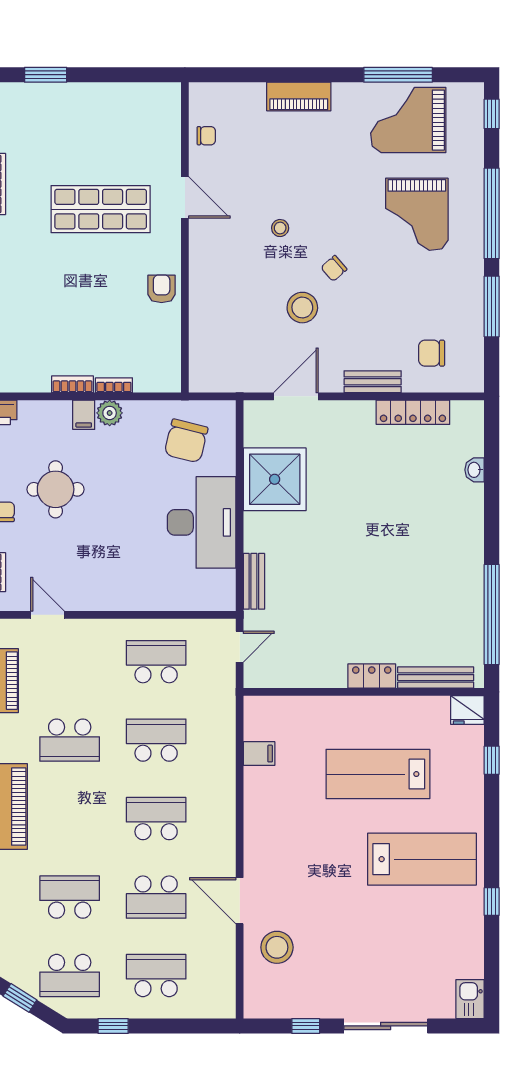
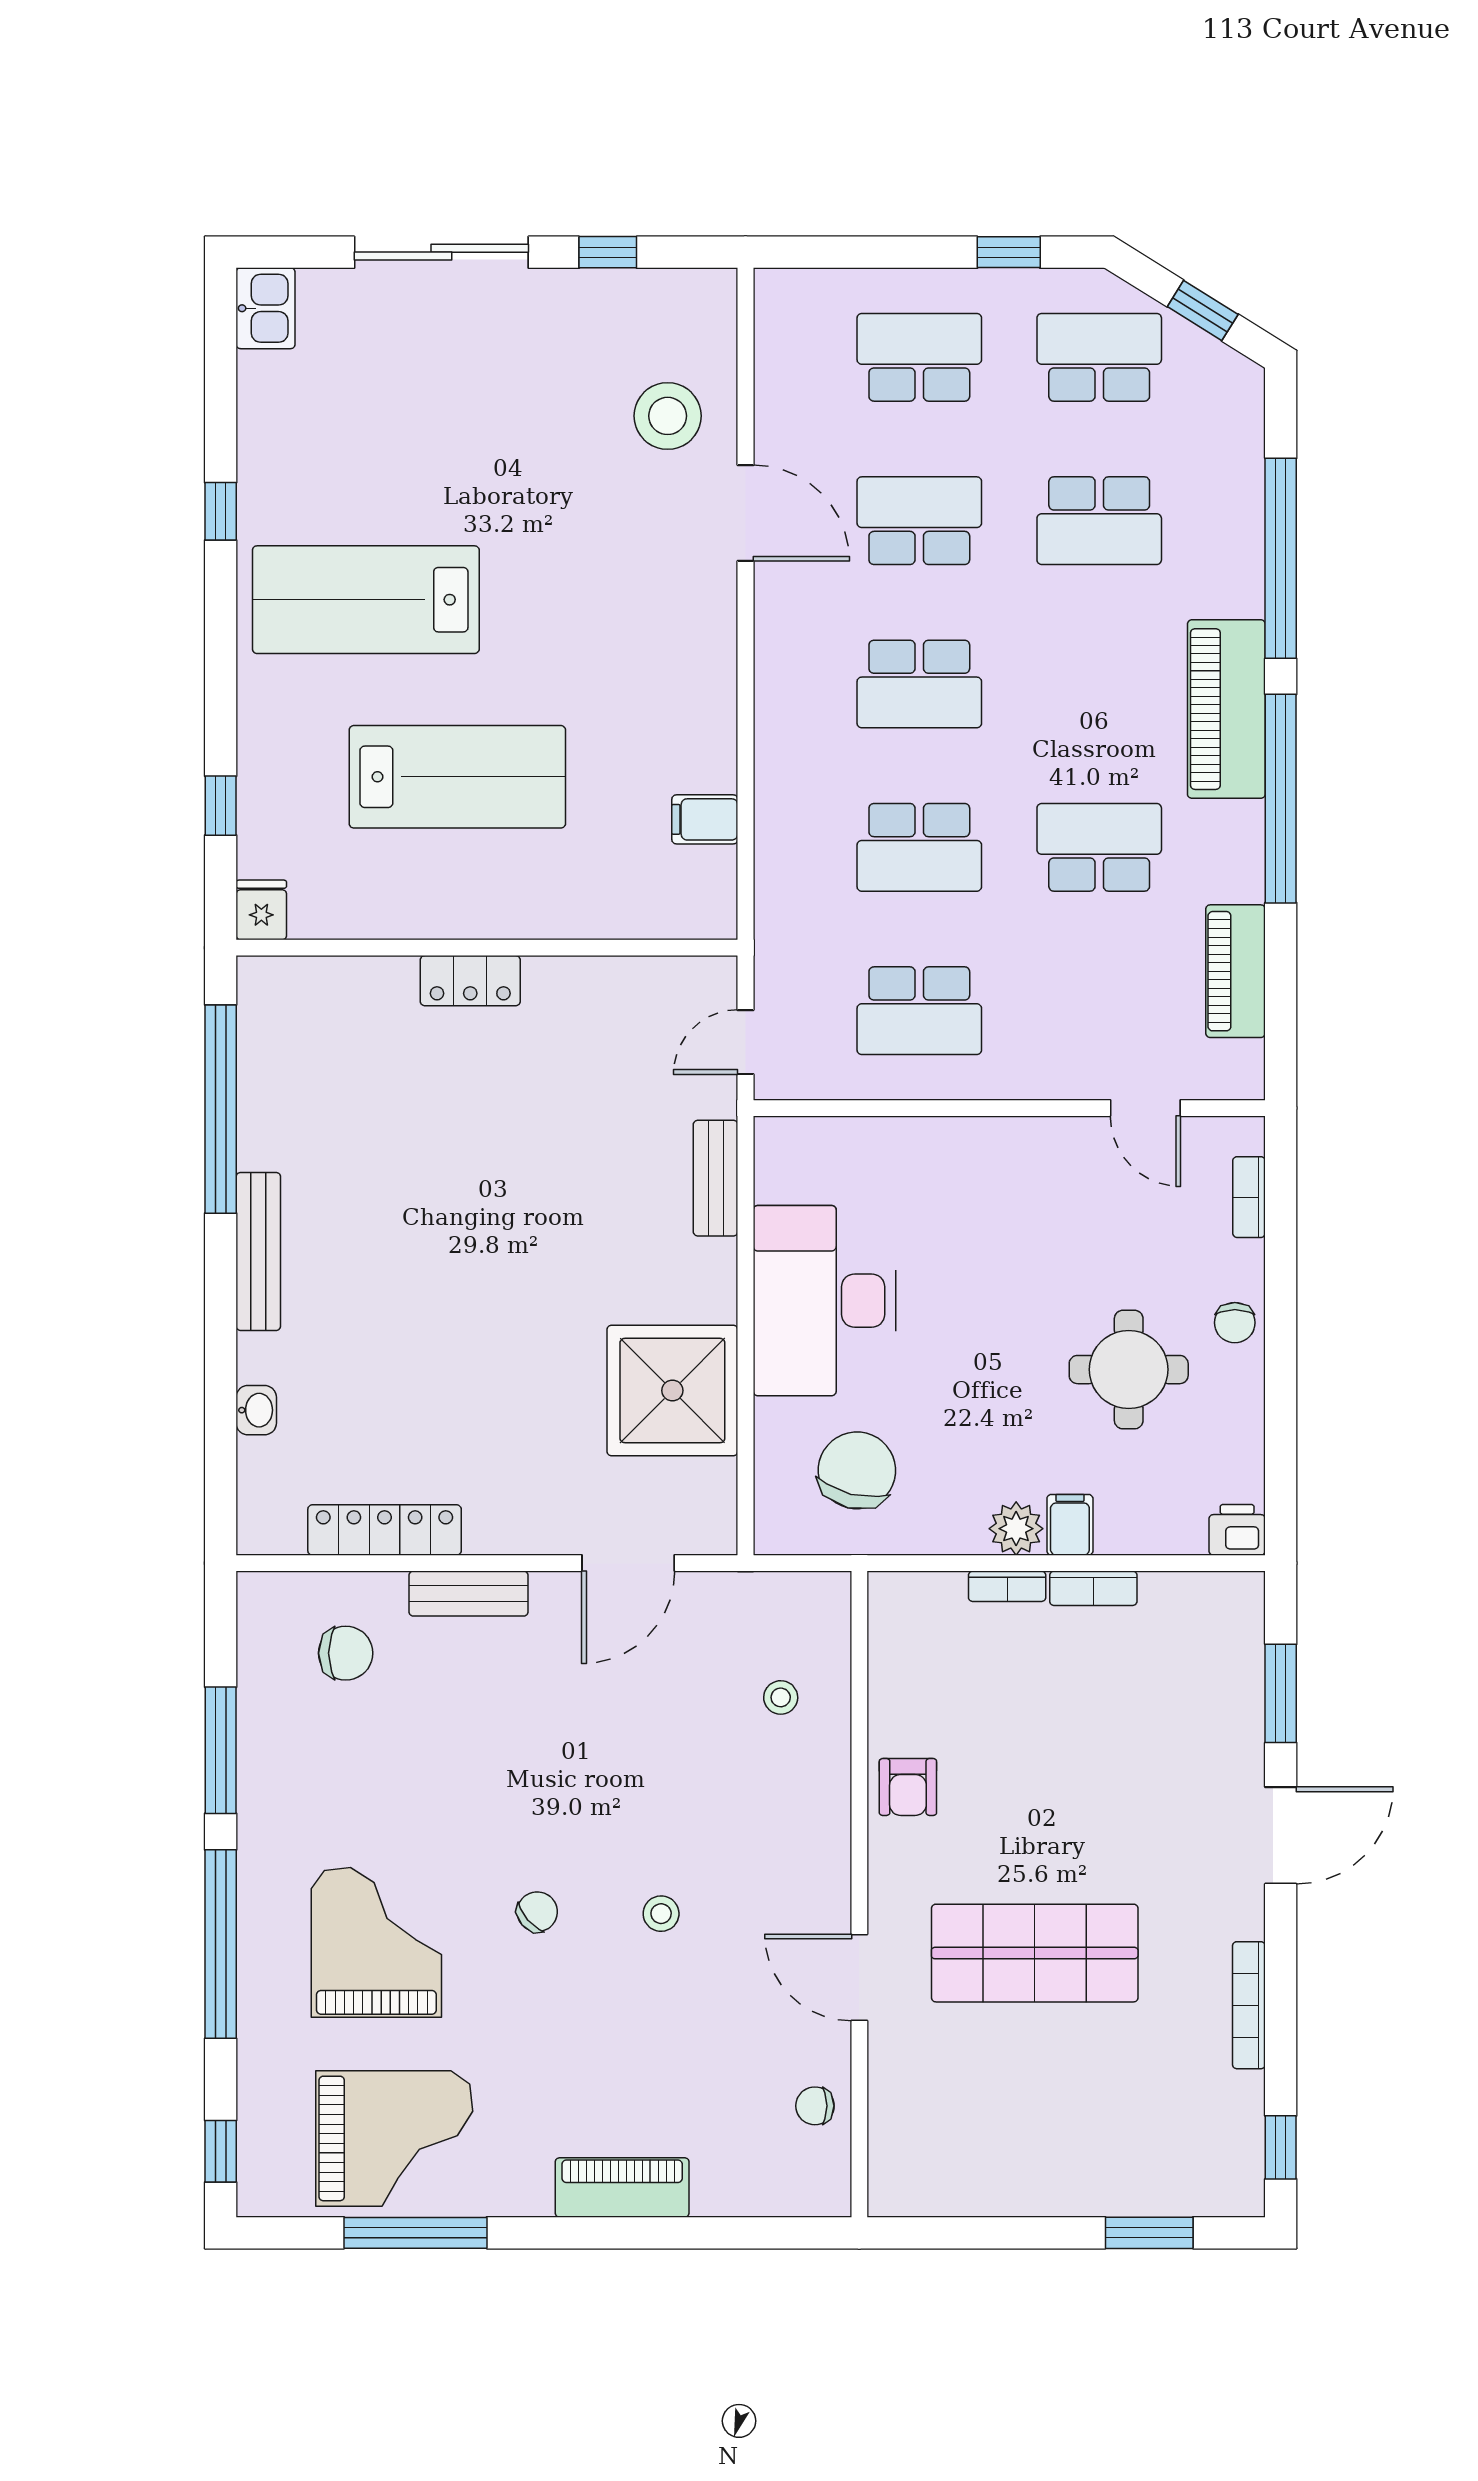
chair: (334, 268) -> (537, 1912), moved
stool: (302, 308) -> (781, 1697), moved, width x0.53, depth x0.53
bench: (436, 678) -> (258, 1251), moved, turned 90
fridge: (467, 710) -> (261, 910), width x0.72
school desk: (156, 975) -> (919, 357), turned 180

